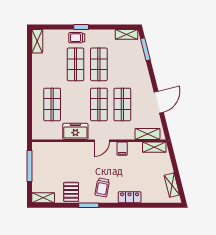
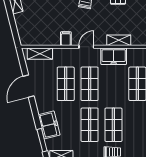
freezer: (138, 64) -> (49, 125), added
shelving: (154, 147) -> (119, 40), moved

